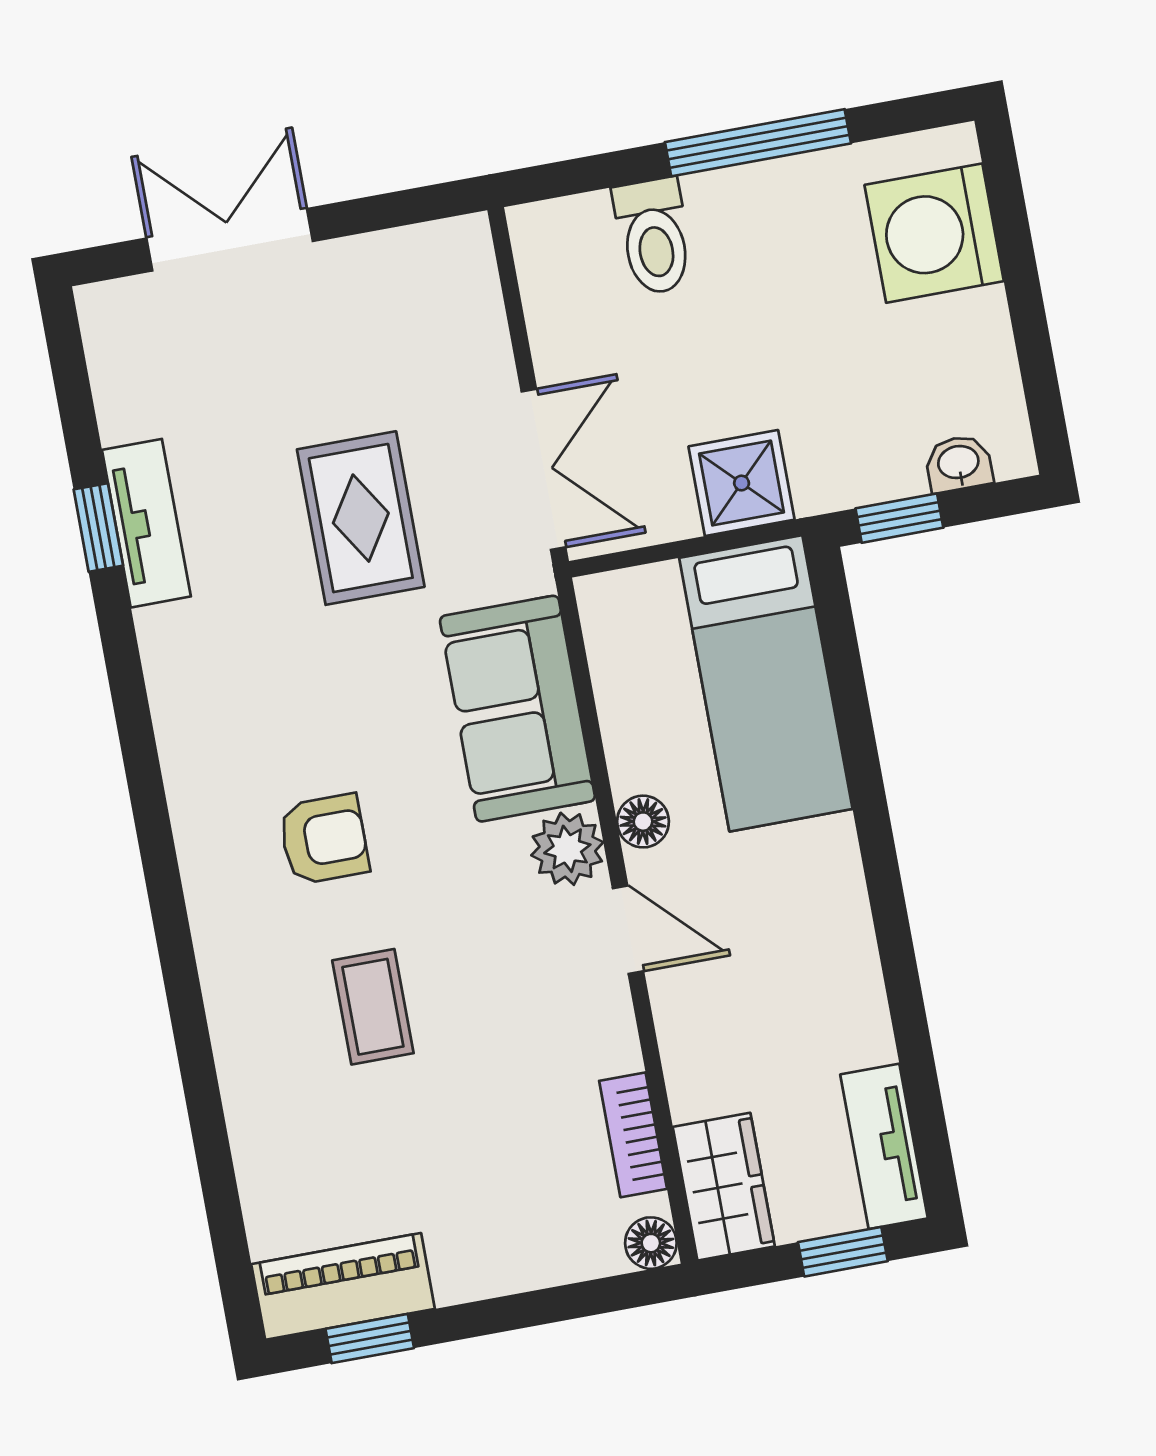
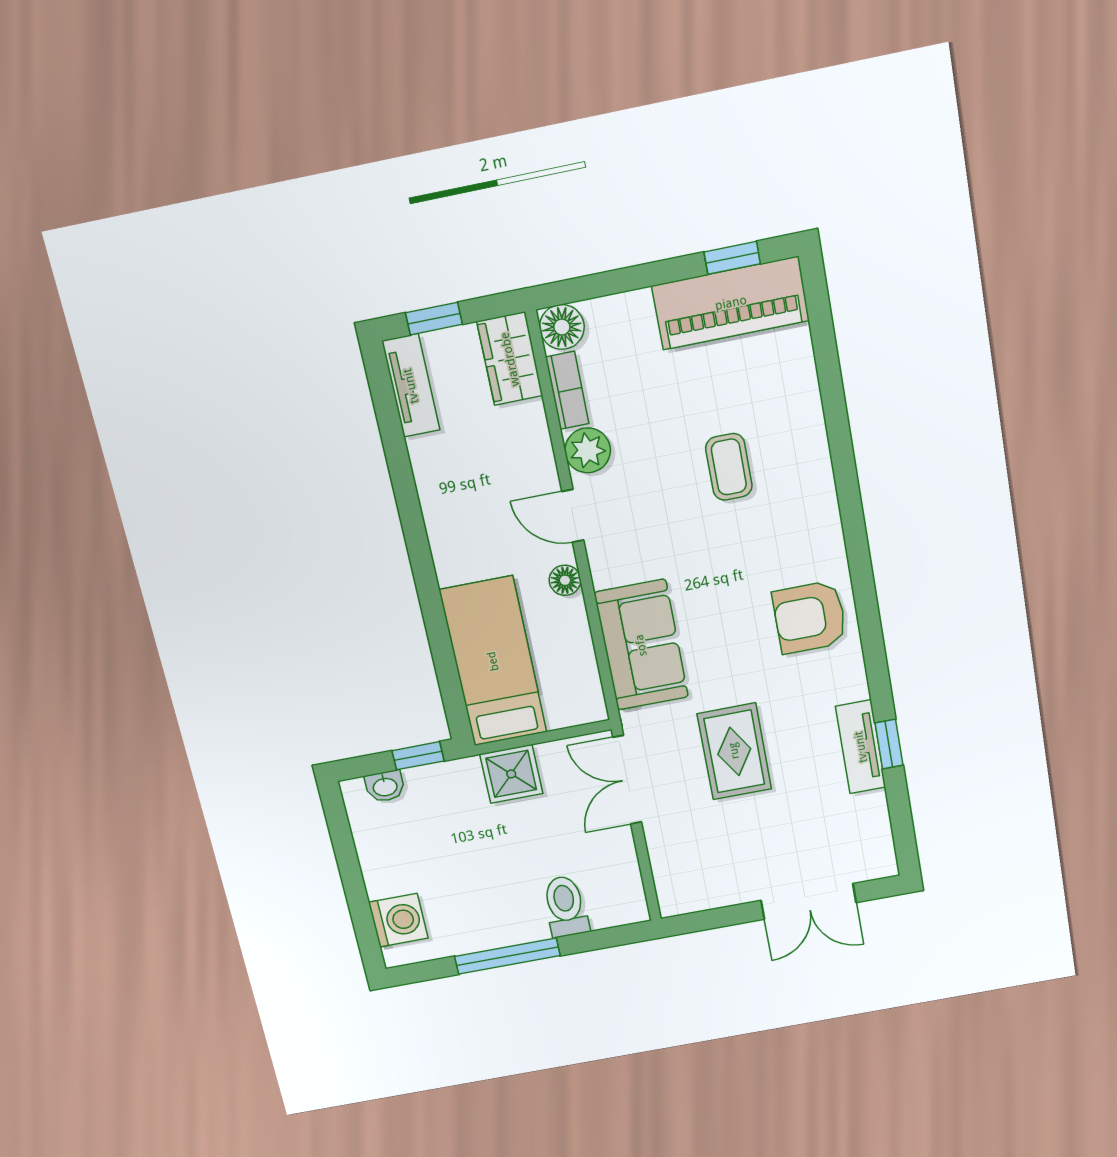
washing machine: (934, 233) -> (398, 920), width x0.73, depth x0.73
armchair: (324, 839) -> (810, 617), moved, width x1.38, depth x1.38
plant: (567, 849) -> (588, 450), moved
floor lamp: (651, 1243) -> (562, 327), width x1.37, depth x1.37
piano: (343, 1286) -> (731, 303), width x1.37, depth x1.33

